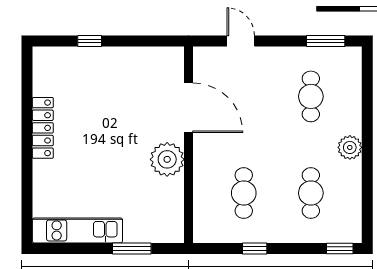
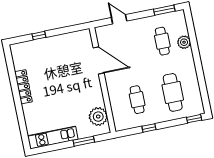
plant: (350, 147) -> (184, 42), moved
plant: (167, 159) -> (98, 117), moved
cafe table: (311, 193) -> (173, 92), width x1.37, depth x1.35

